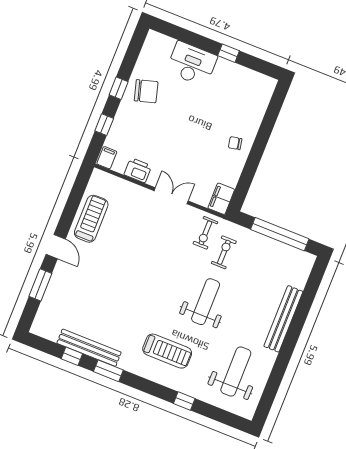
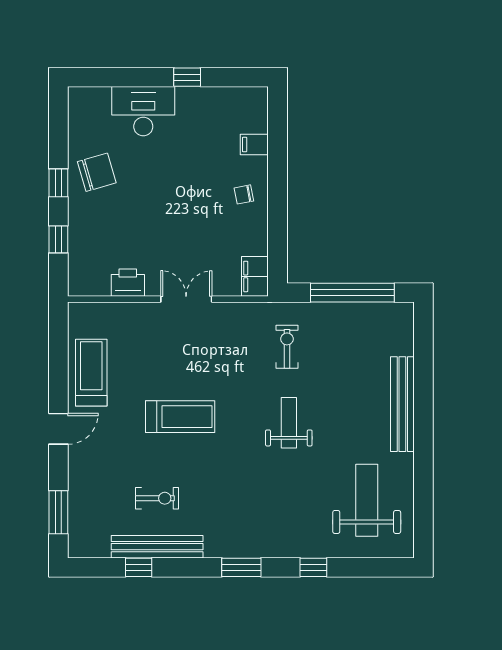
filing cabinet: (107, 158) -> (254, 144), moved, turned -90
exercise bike: (205, 233) -> (157, 498), moved, turned -90
door: (56, 247) -> (58, 429), hinge flipped
window: (40, 285) -> (58, 512), moved
weight bench: (206, 302) -> (289, 423), width x0.73, depth x0.75
treadmill: (167, 351) -> (180, 417), moved
window: (108, 371) -> (241, 567), moved

